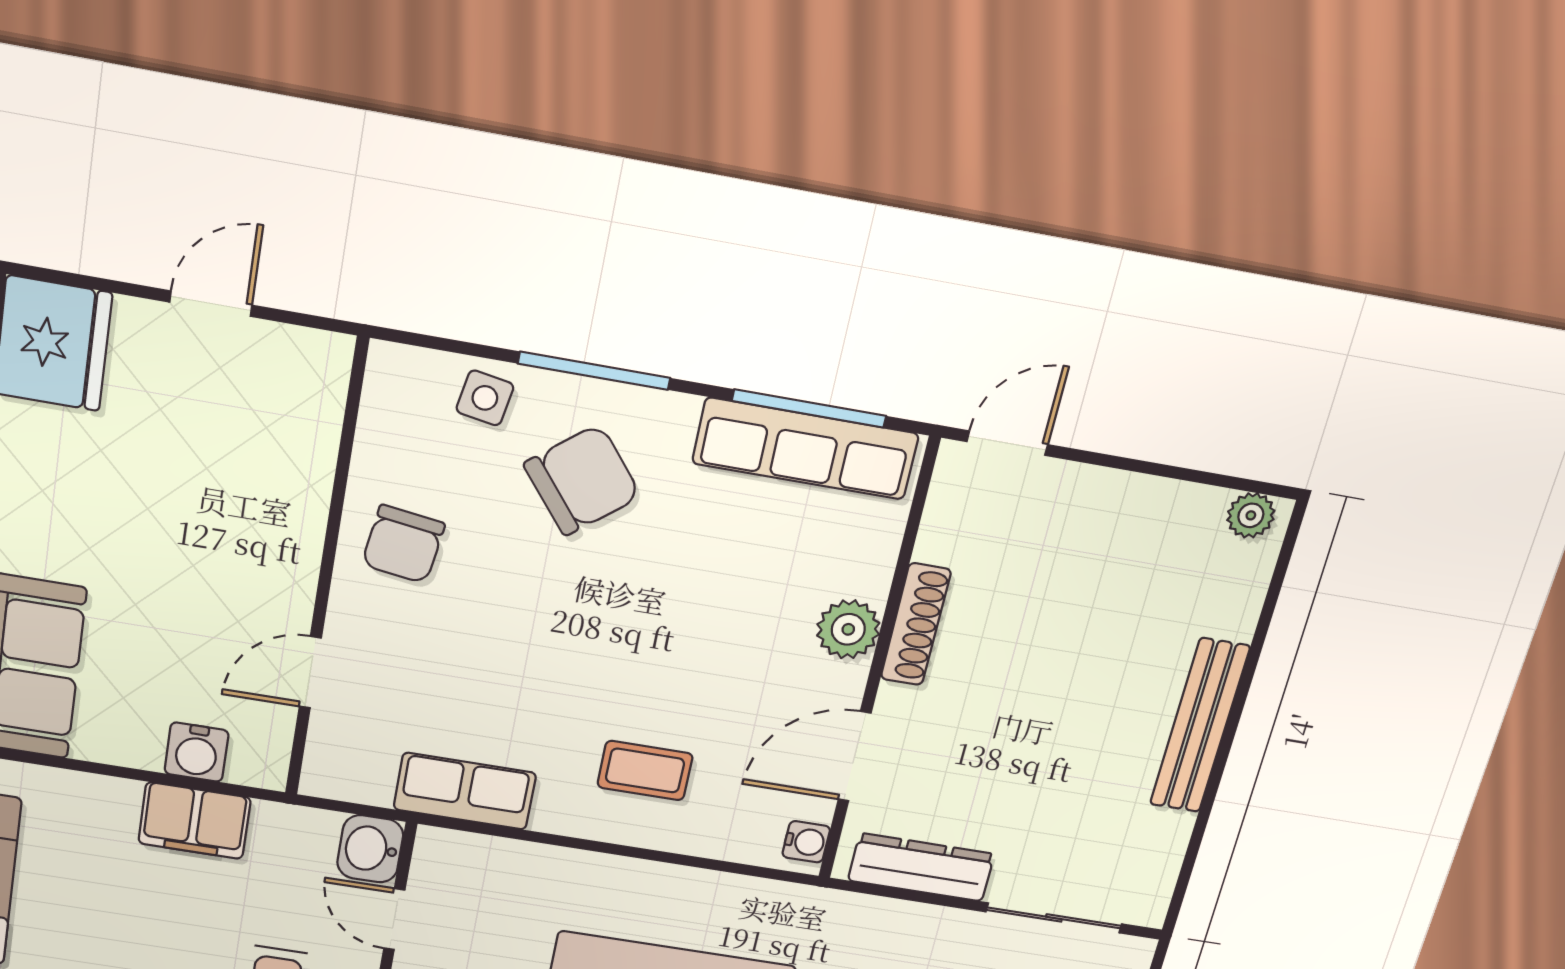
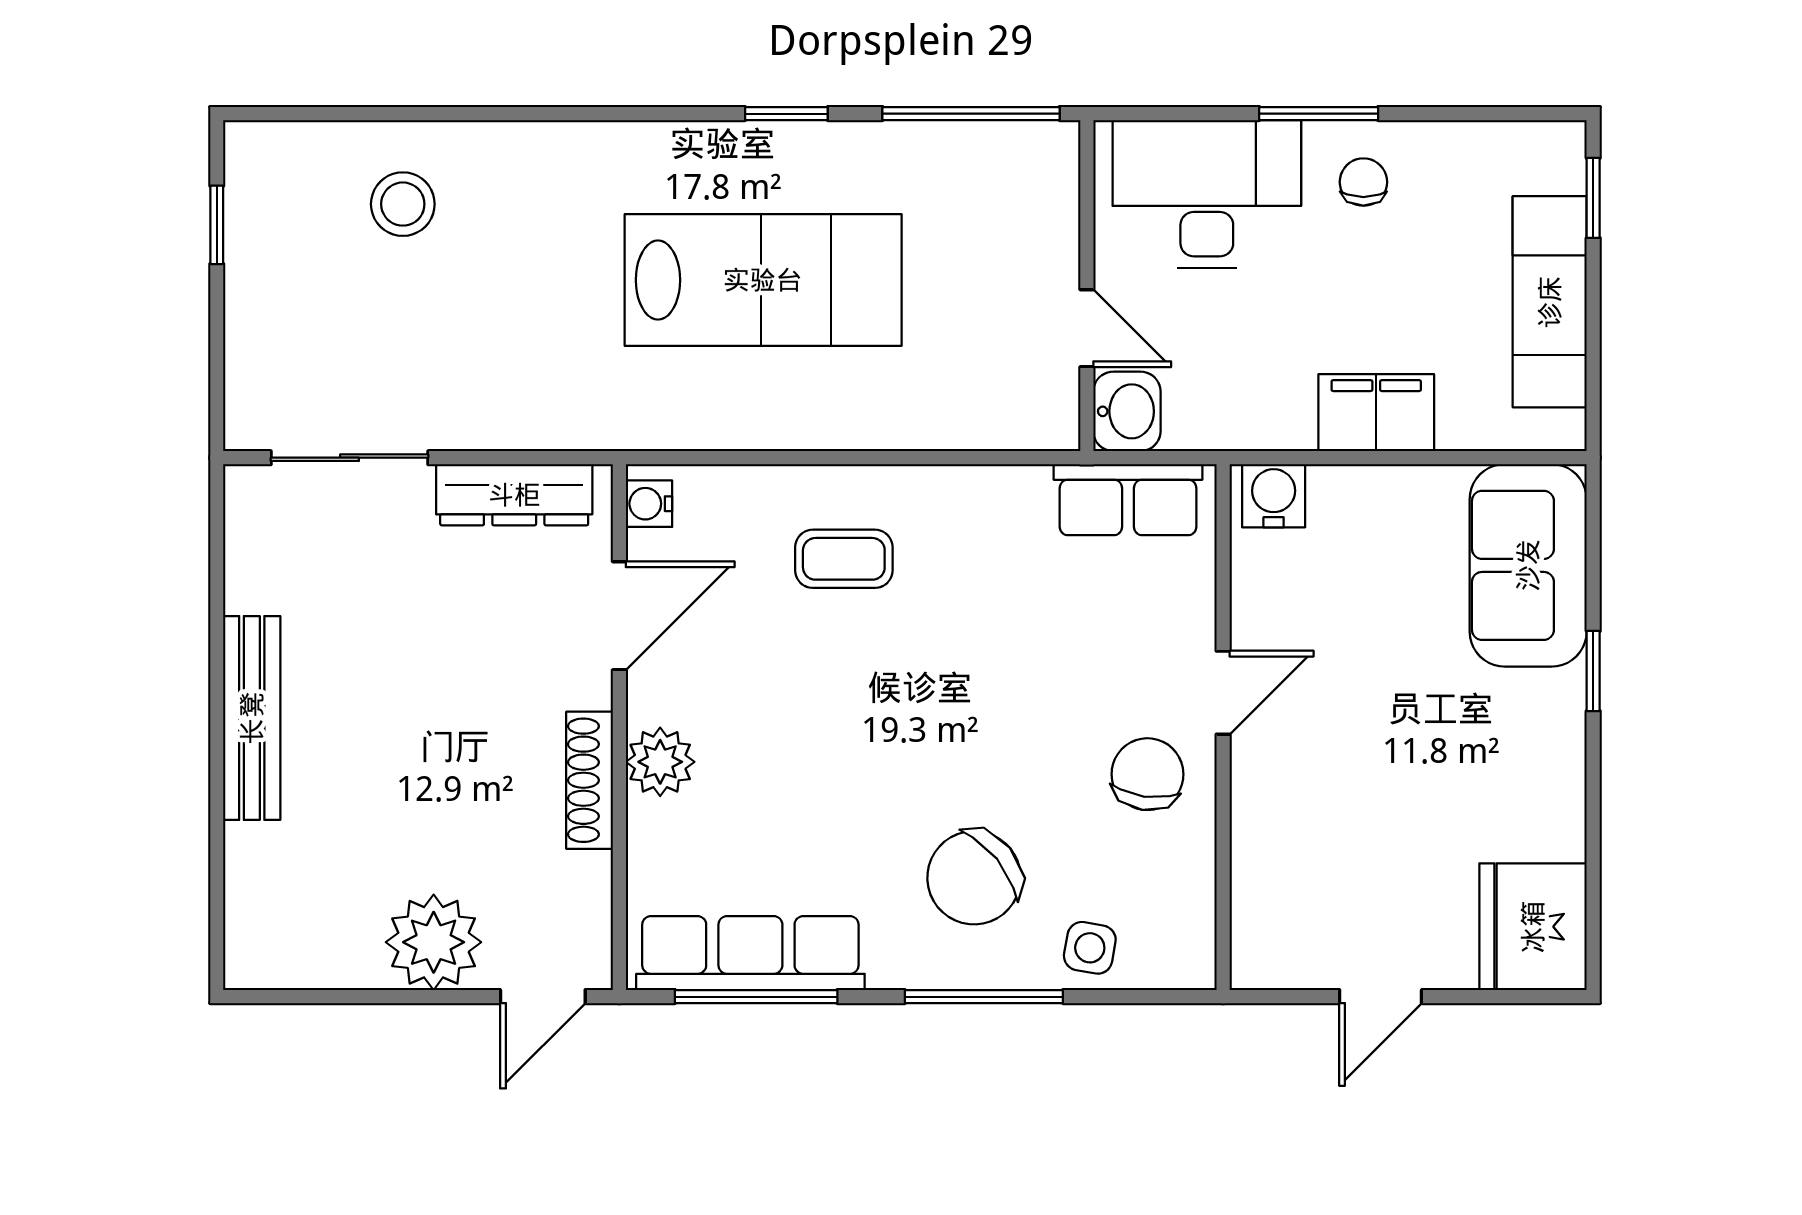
plant: (1251, 515) -> (434, 942), moved, width x1.87, depth x1.87
door: (310, 672) -> (1223, 693), moved
water cooler: (197, 752) -> (1274, 496), moved
row of seats: (465, 791) -> (1128, 500), moved
filing cabinet: (195, 821) -> (1376, 413), moved

